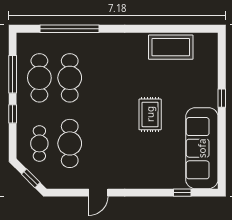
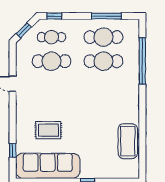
window: (13, 114) -> (54, 16), moved
rug: (150, 114) -> (48, 130), moved

